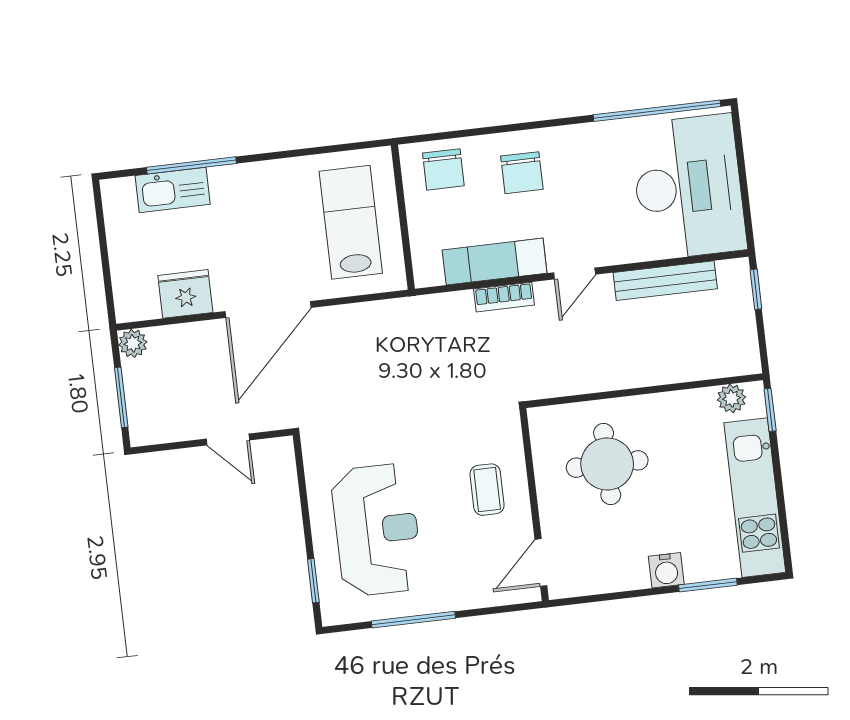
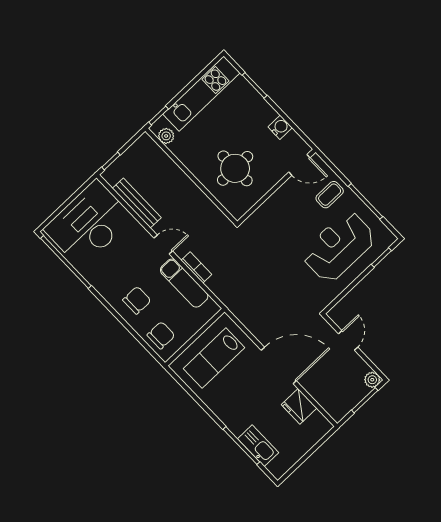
plant: (133, 343) -> (372, 380), moved
coffee table: (487, 490) -> (330, 195), moved
water cooler: (666, 570) -> (280, 127), moved

